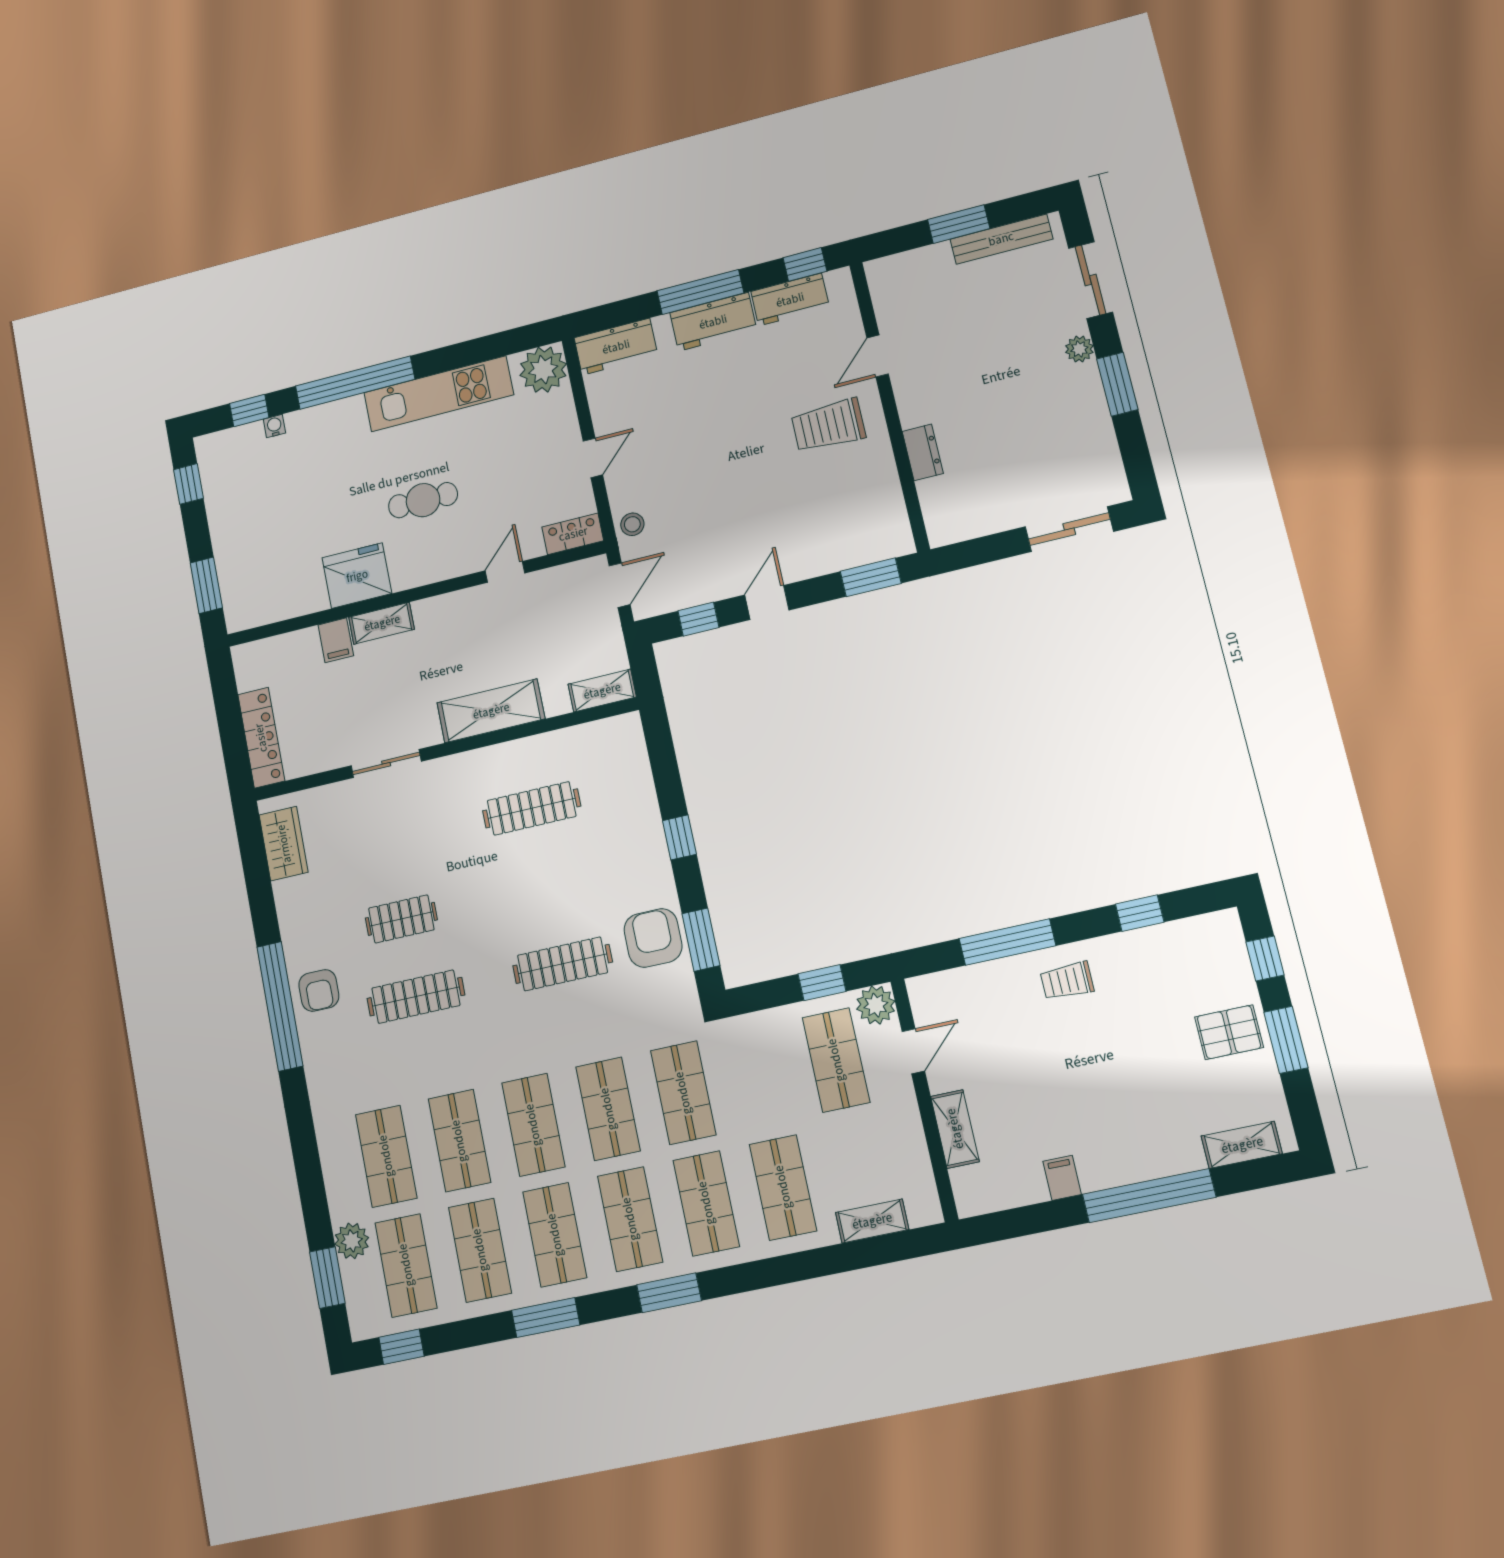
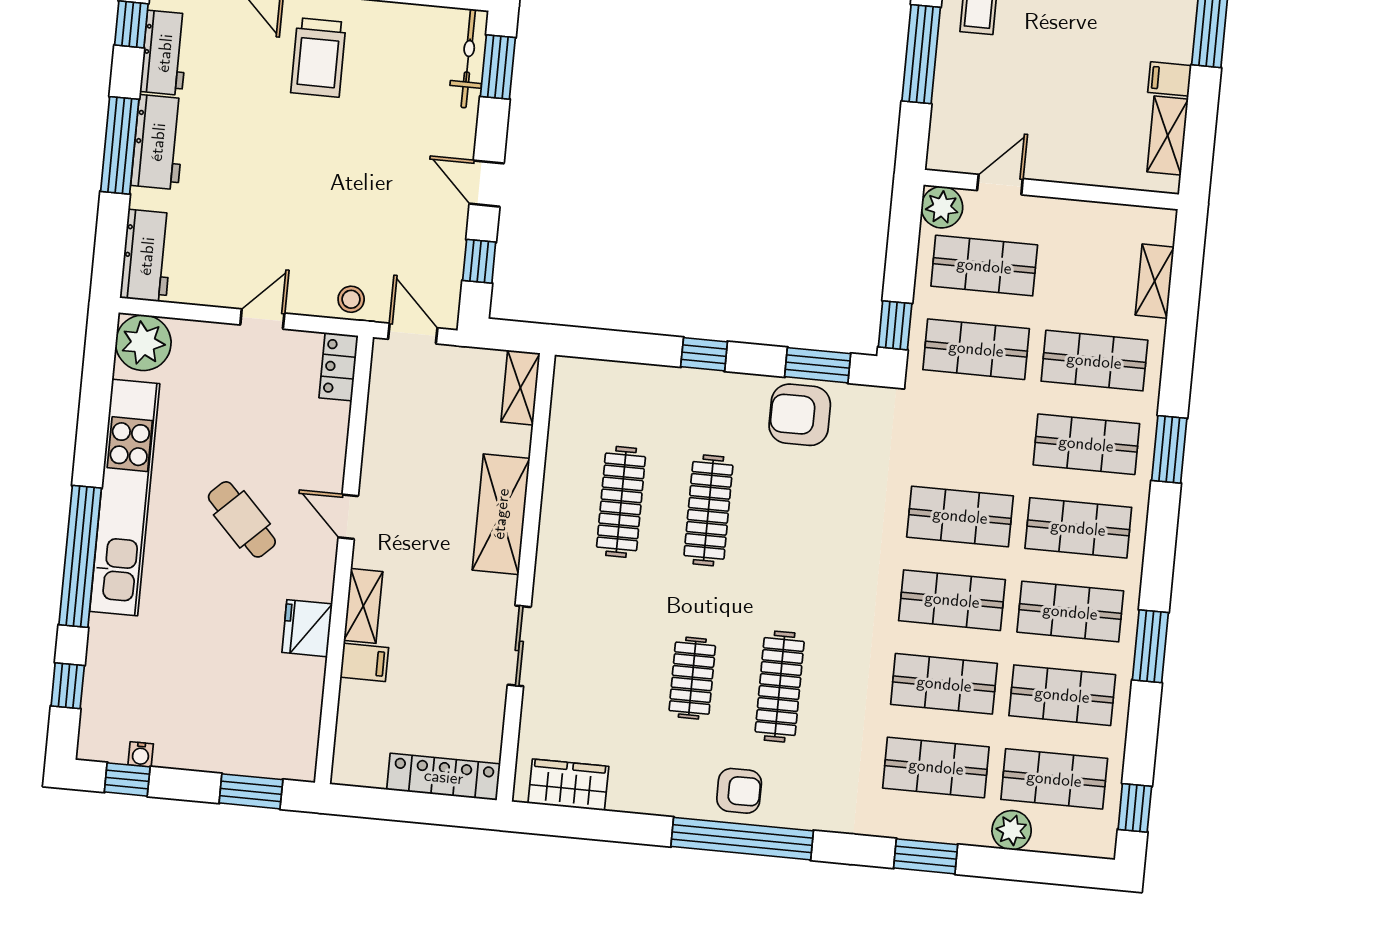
kitchen unit: (439, 394) -> (125, 498), width x1.36
water cooler: (274, 426) -> (141, 754), moved, turned -90
door: (593, 458) -> (262, 319), hinge flipped
cafe table: (423, 500) -> (242, 519), turned -44
bicycle: (870, 550) -> (468, 58), added
door: (505, 572) -> (348, 517), moved
fridge: (357, 576) -> (307, 628), width x0.73, depth x0.75
clothes rail: (562, 964) -> (708, 510), moved
window: (822, 983) -> (895, 325), moved
door: (913, 1051) -> (1000, 185), hinge flipped
shop shelf: (683, 1093) -> (976, 349), moved
shelving: (955, 1129) -> (1168, 136), moved, turned 90
window: (327, 1278) -> (926, 856), moved
window: (669, 1293) -> (1169, 449), moved

